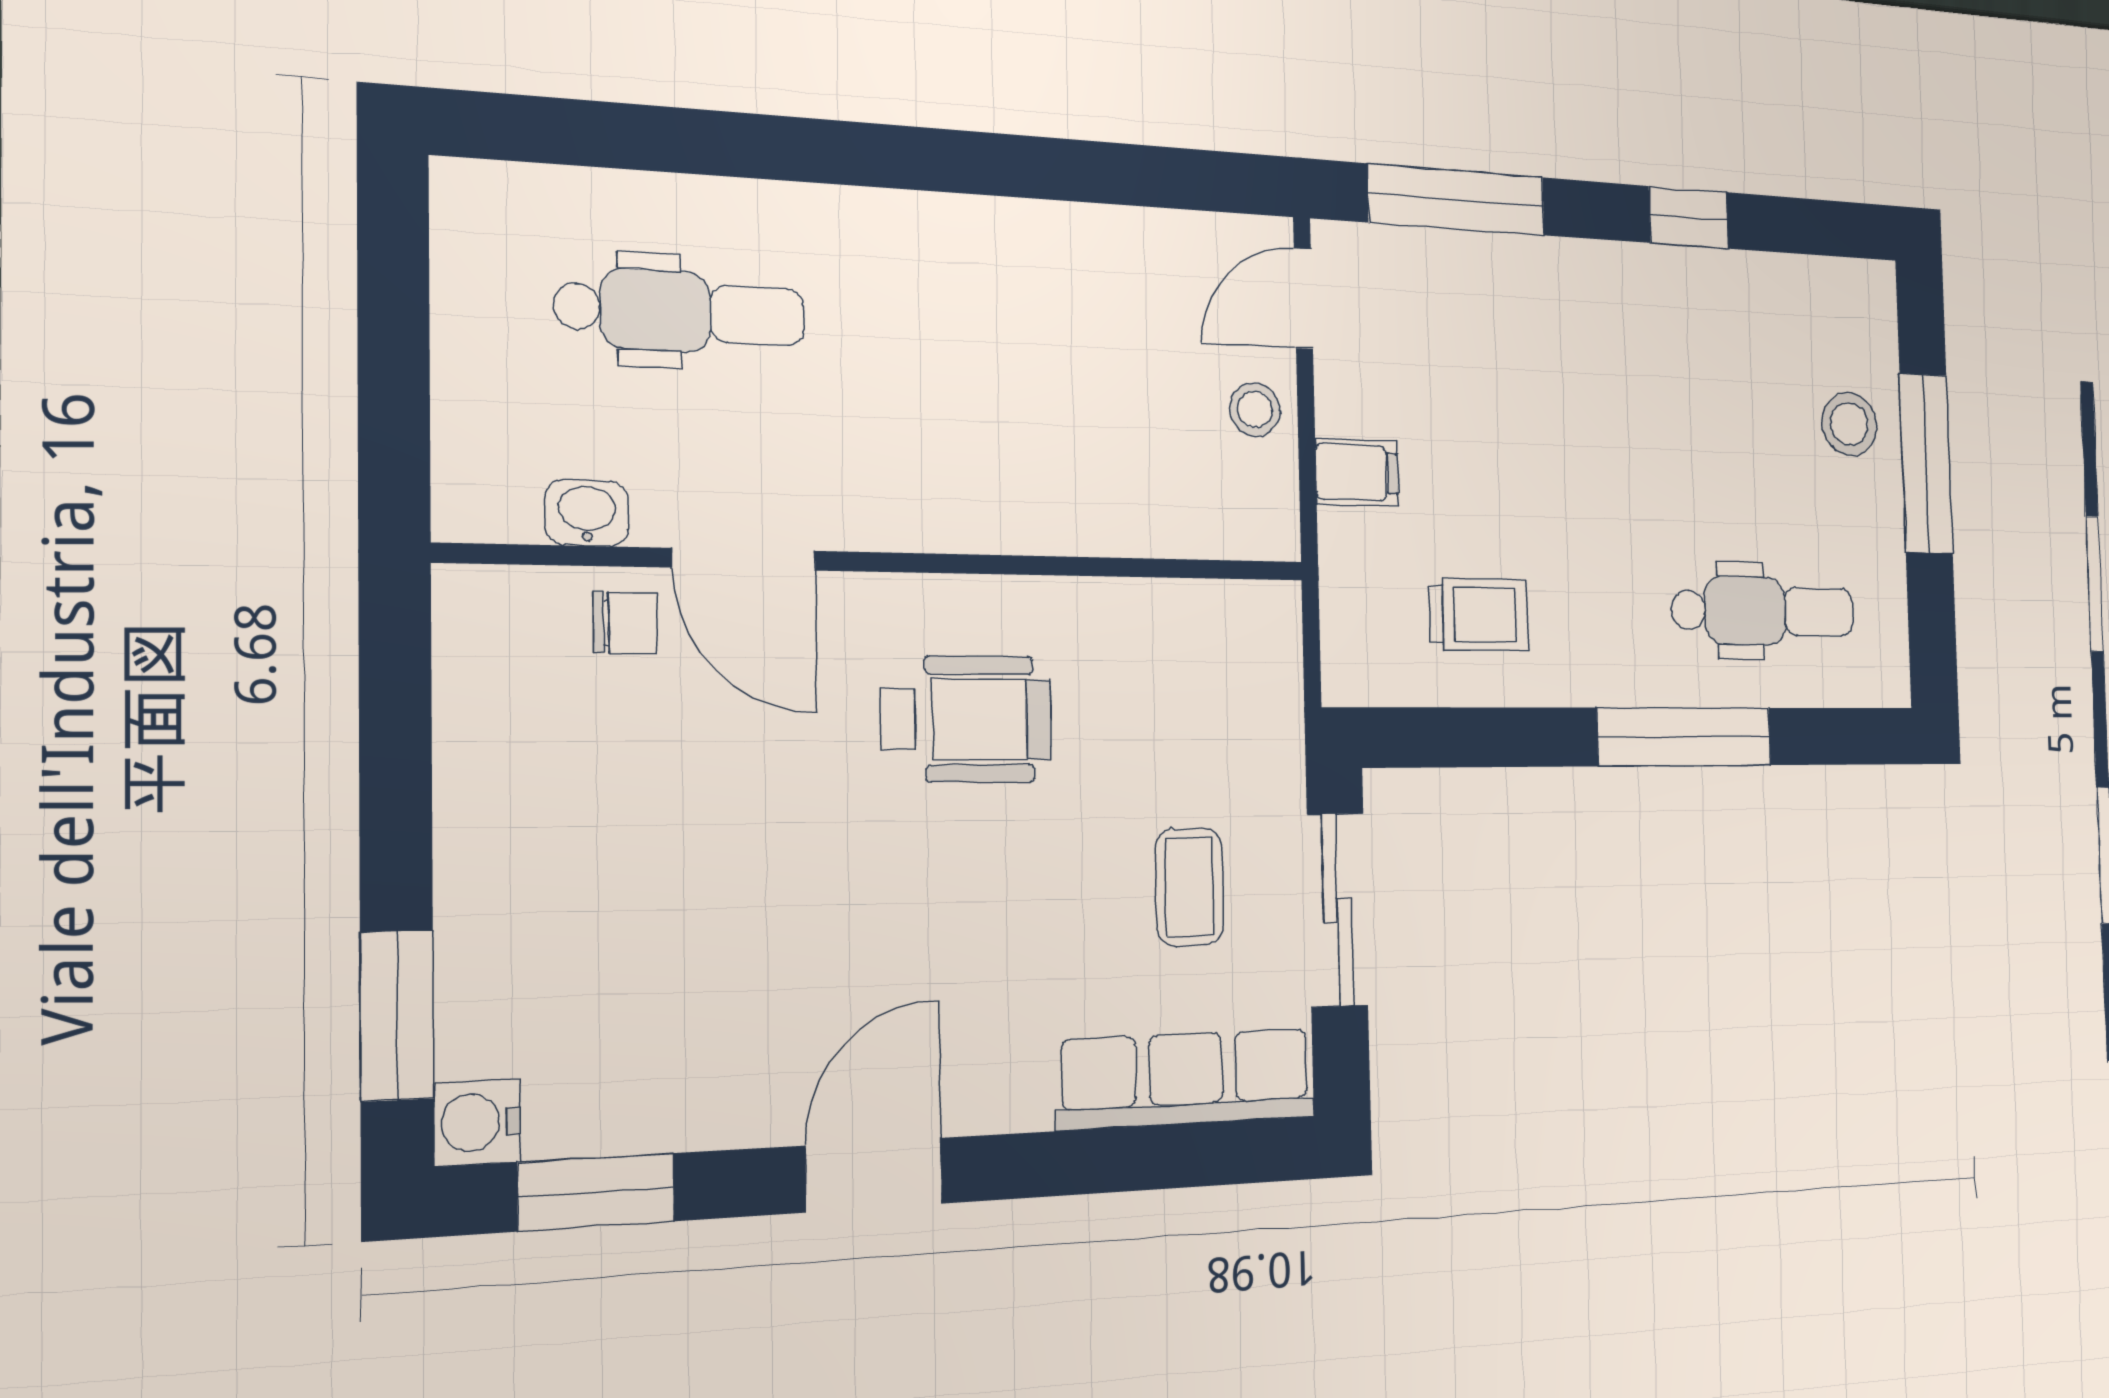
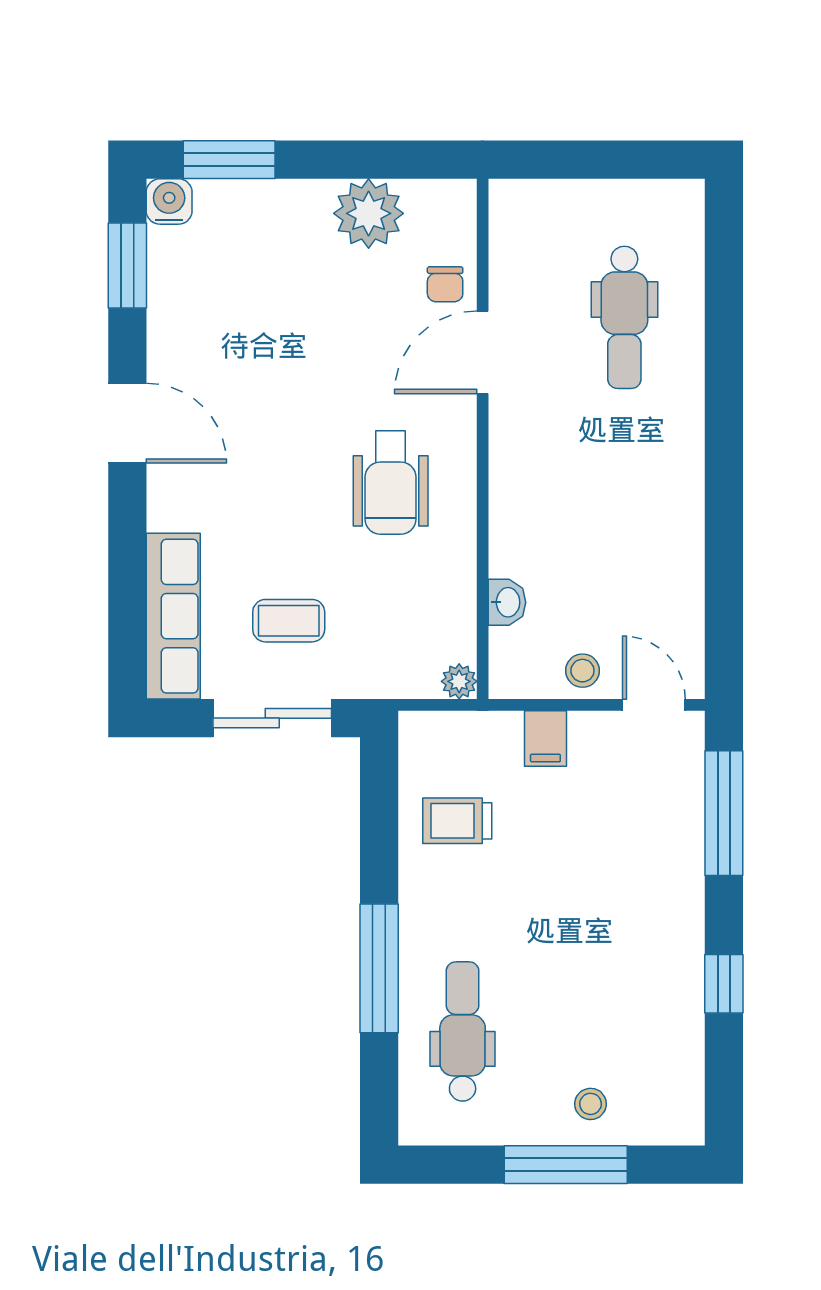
stool: (1849, 424) -> (591, 1104), width x0.73, depth x0.73
washbasin: (587, 513) -> (507, 602), moved
plant: (1276, 608) -> (459, 681), added
dental chair: (1763, 611) -> (463, 1031), turned 180
trolley: (1479, 614) -> (457, 821), turned 90
plant: (497, 759) -> (369, 213), added

